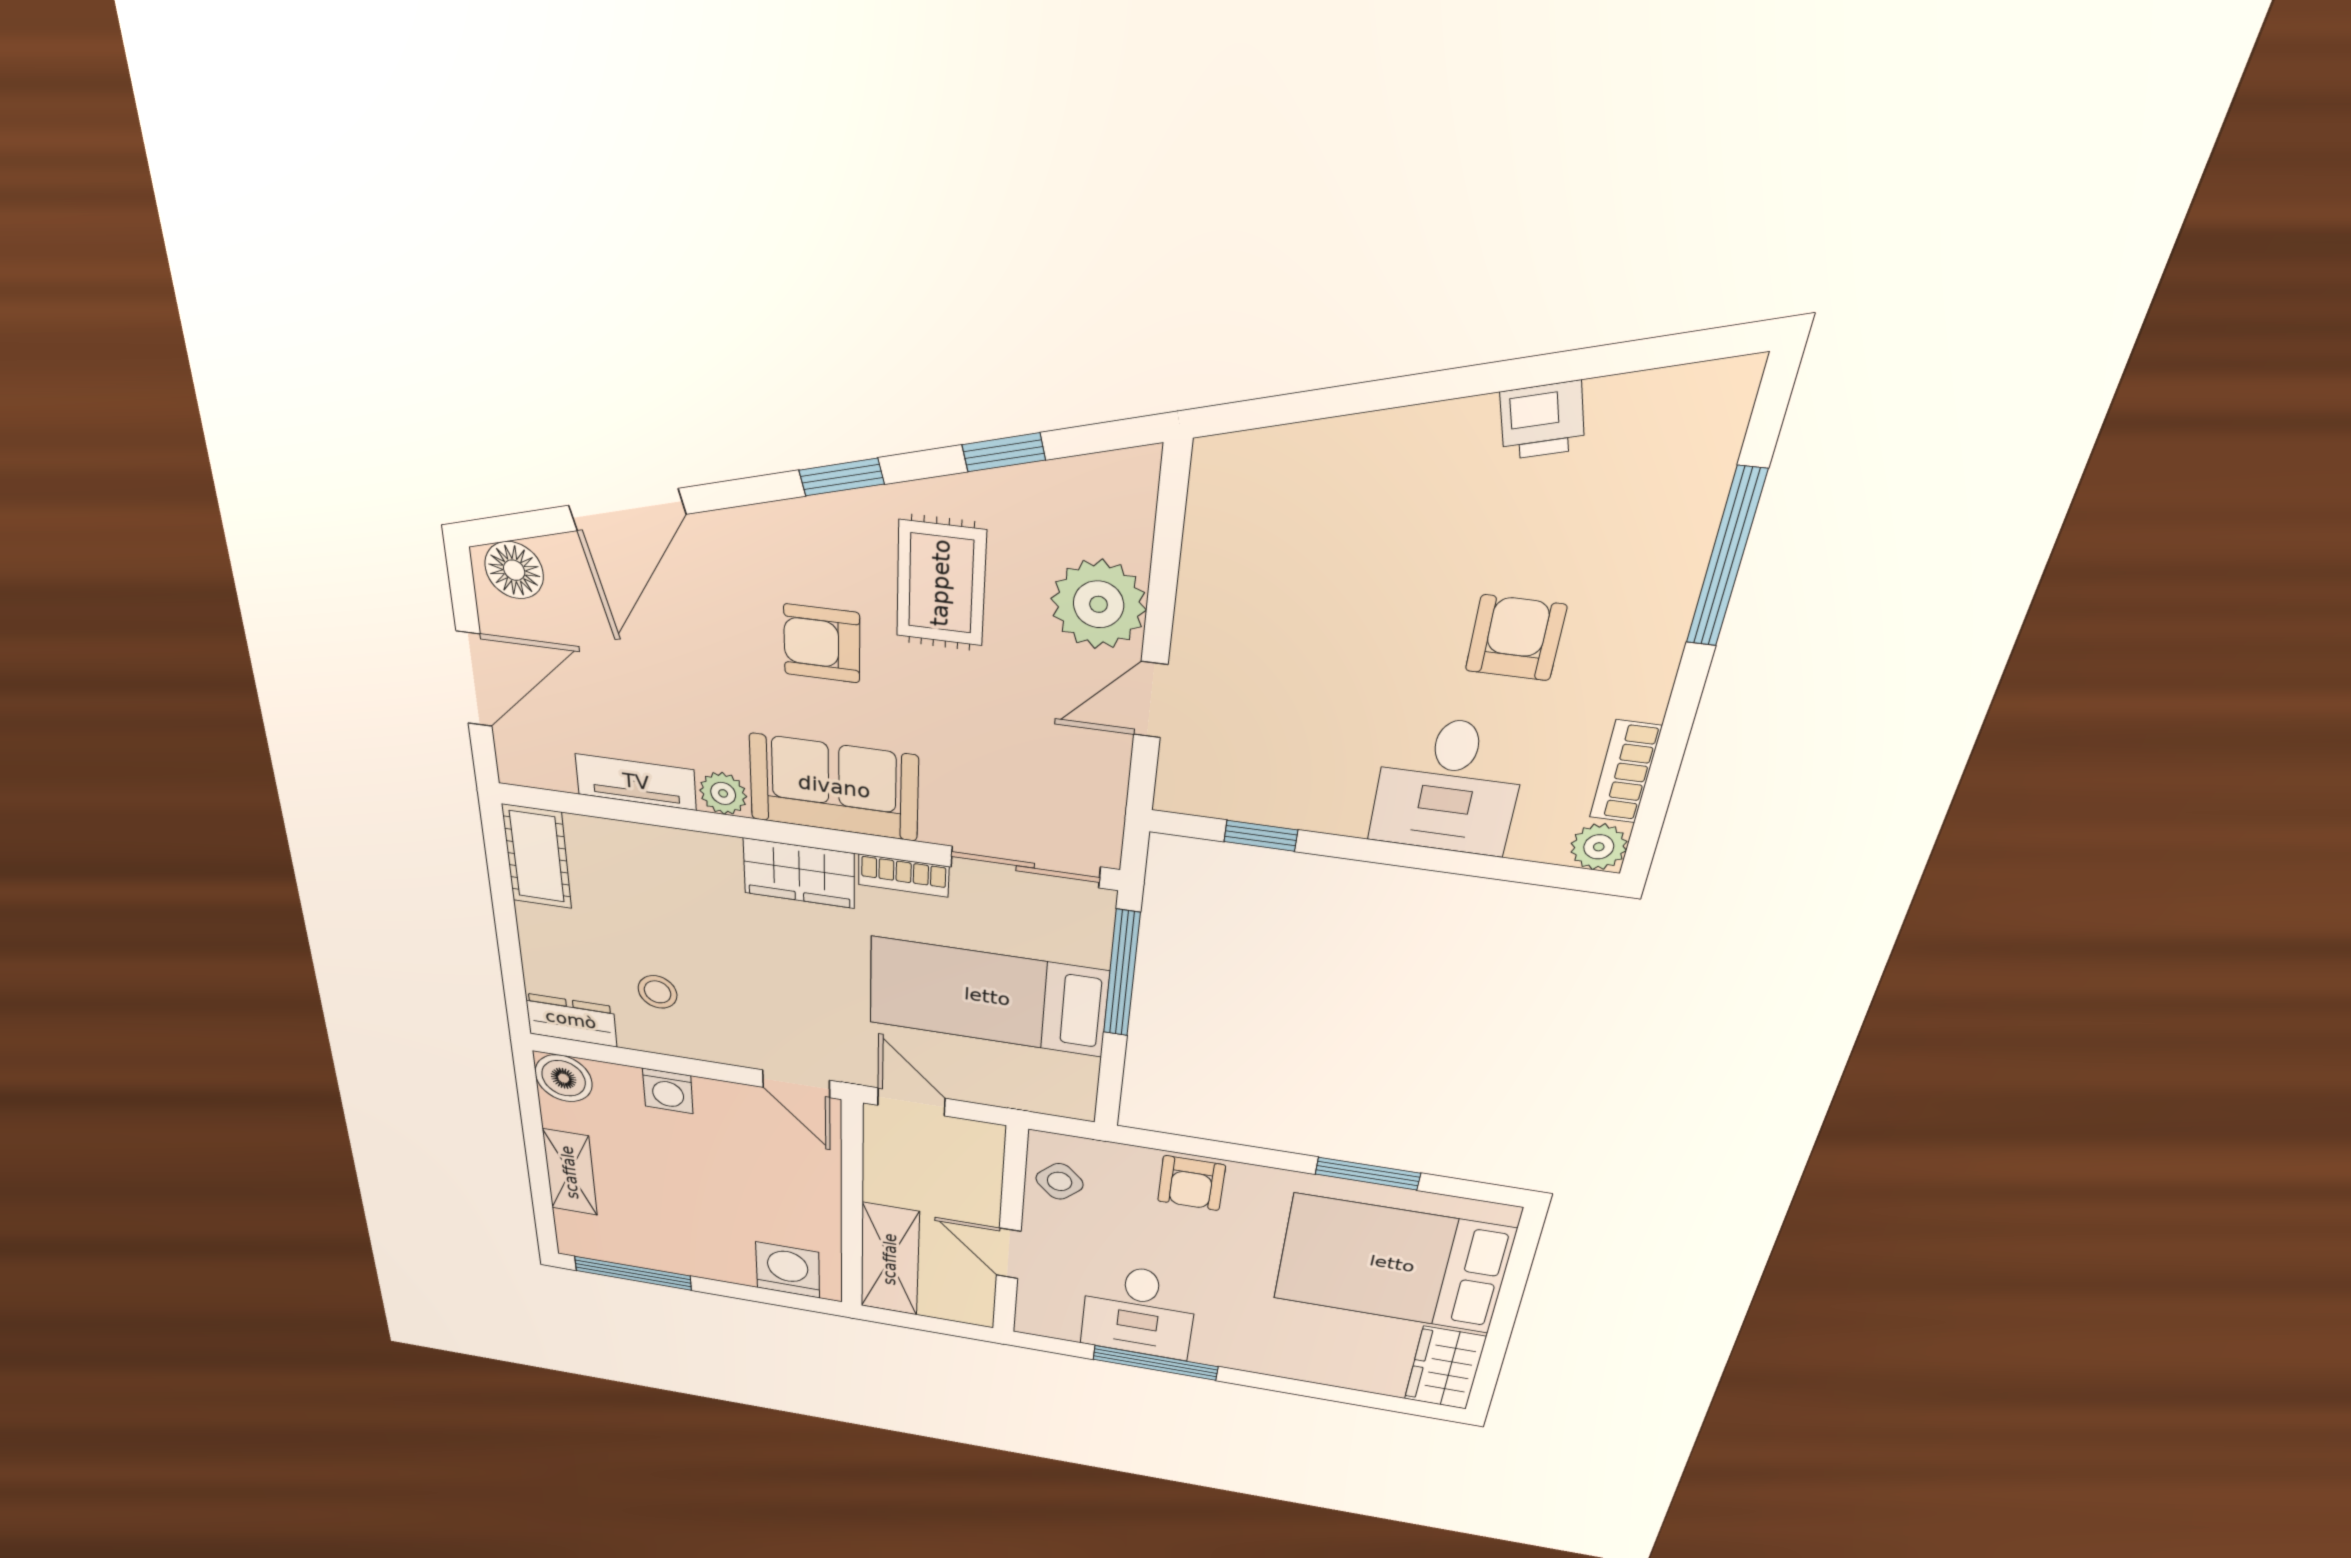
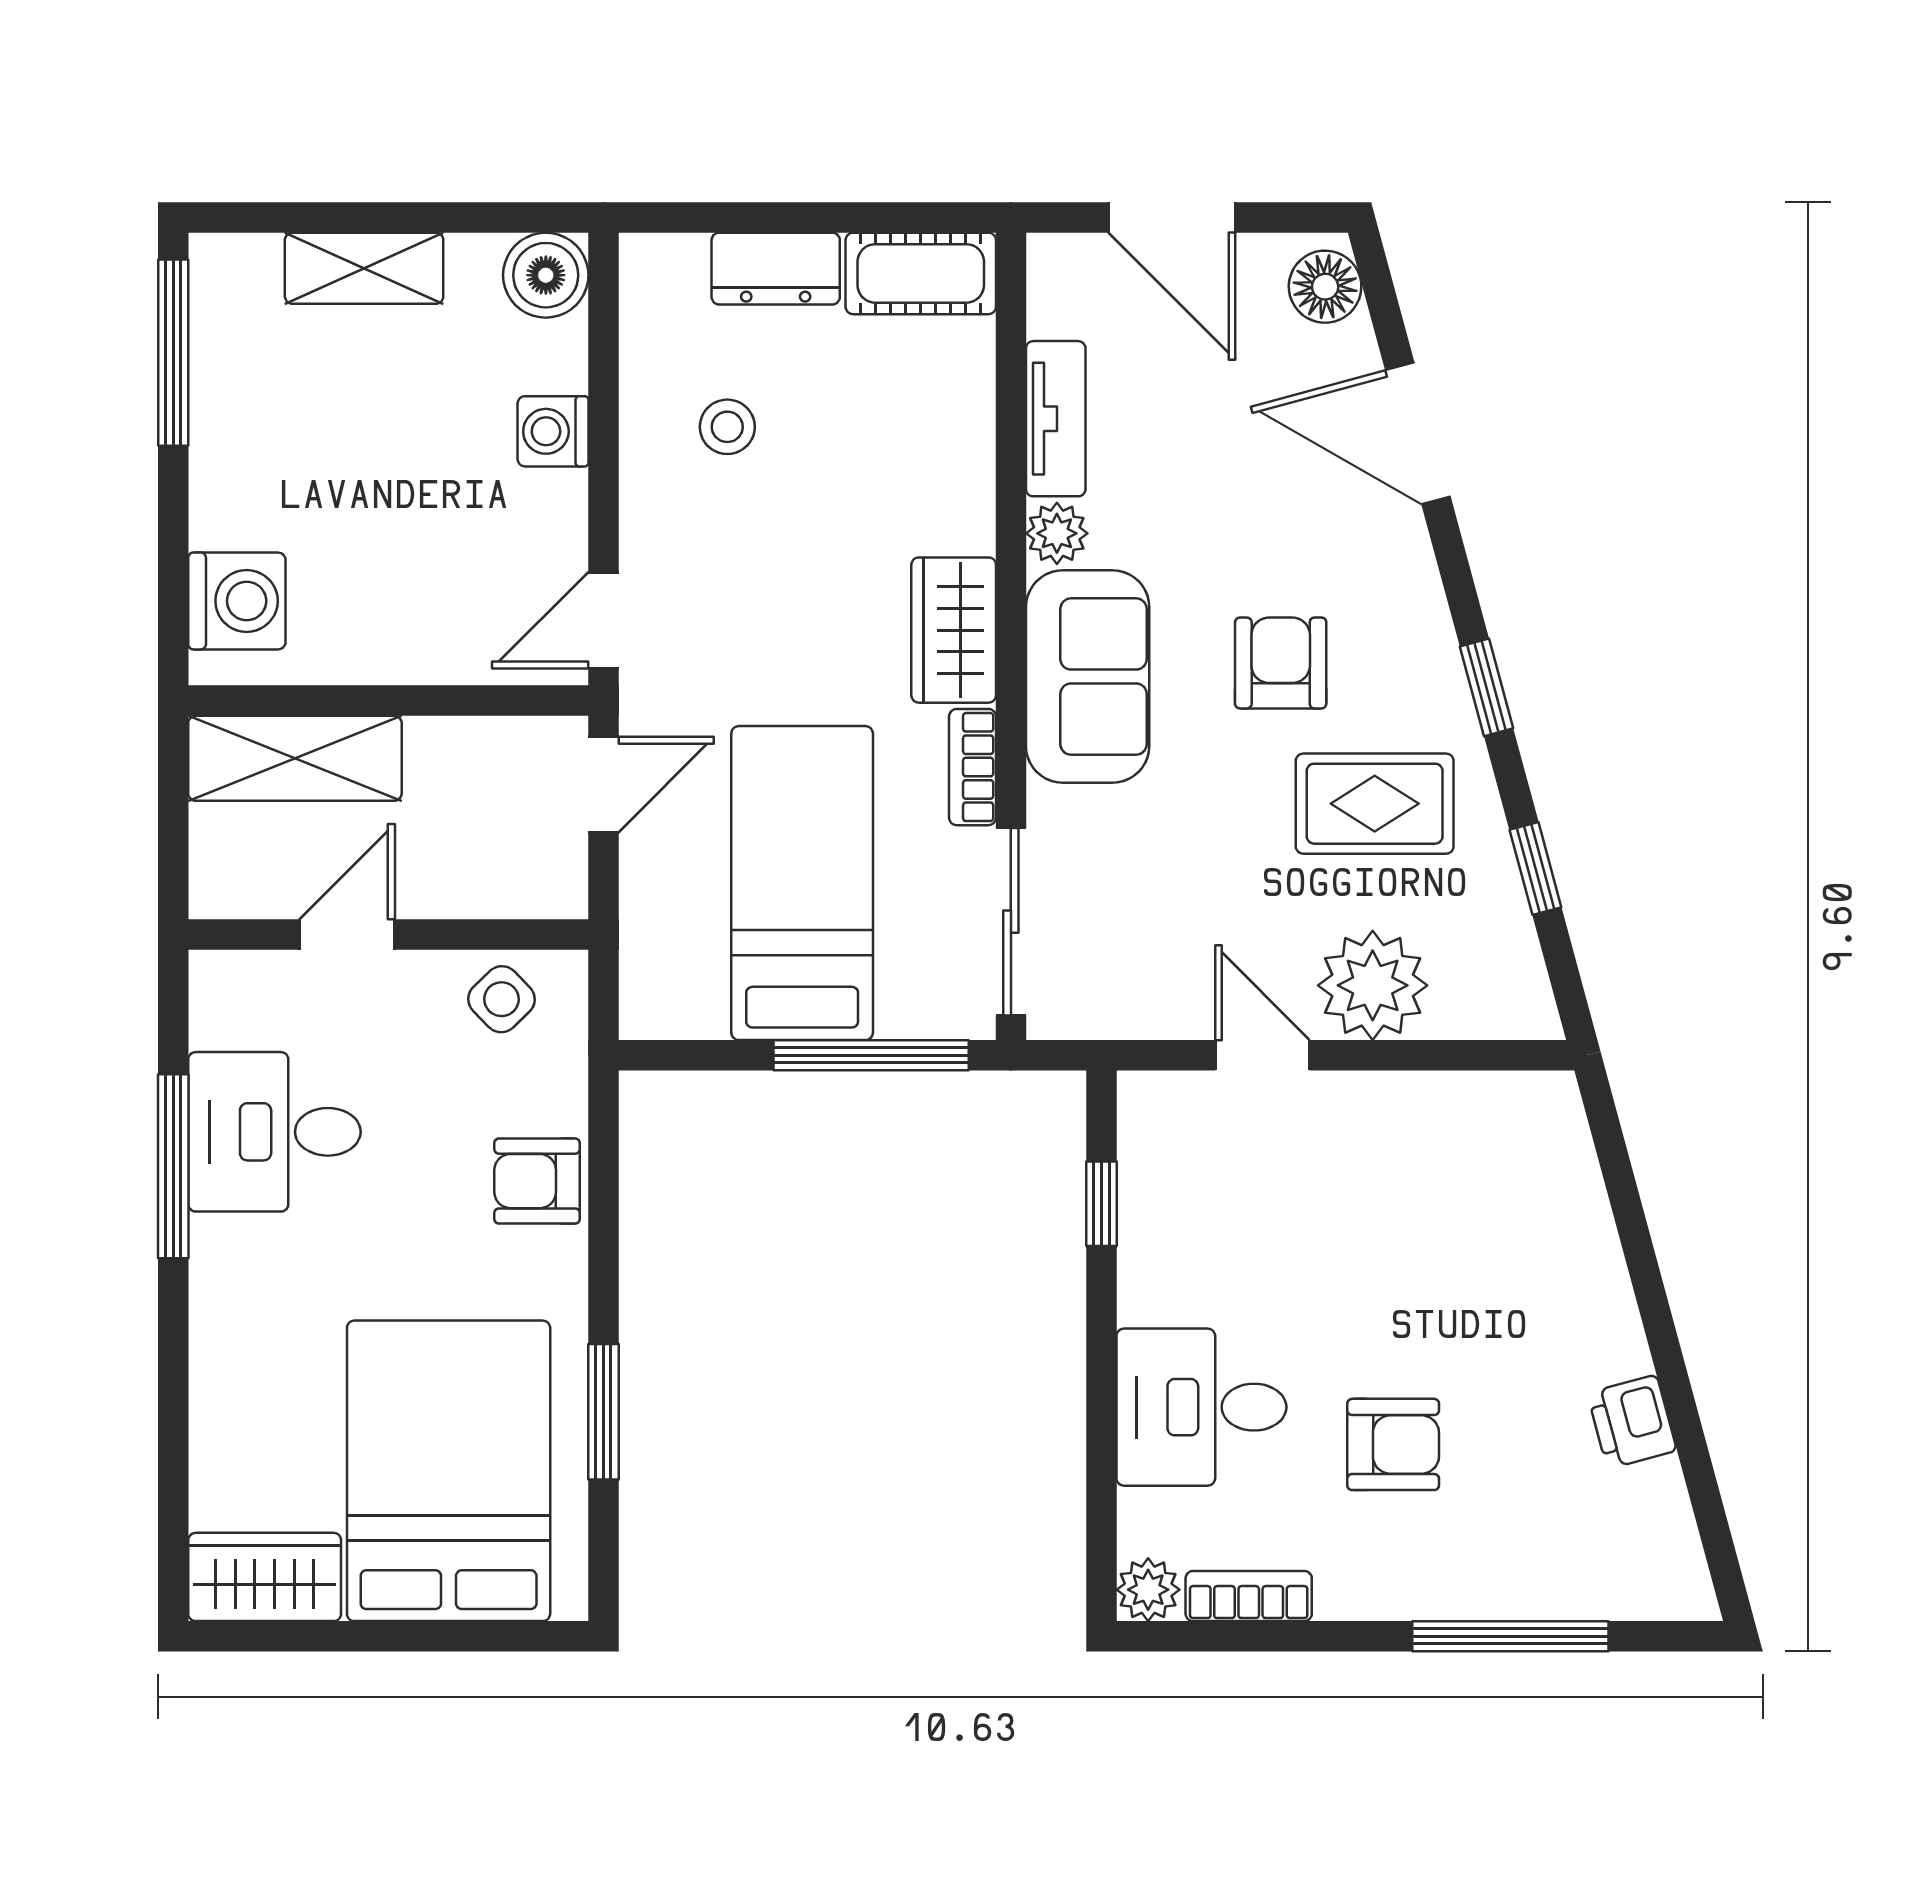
dresser: (571, 1020) -> (776, 269), moved, turned 90

